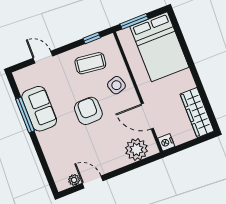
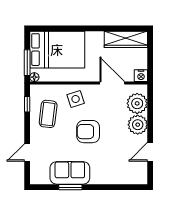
floor lamp: (122, 35) -> (34, 77), added
window: (25, 115) -> (70, 187), width x0.69
door: (147, 116) -> (112, 83), swing flipped
plant: (74, 180) -> (138, 125), moved, width x1.87, depth x1.87

